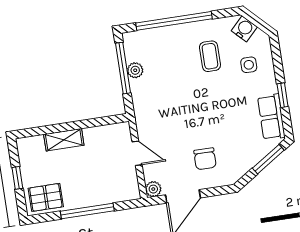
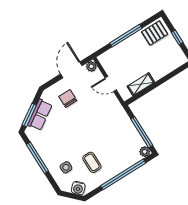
plant: (135, 70) -> (145, 152), moved
window: (283, 95) -> (37, 158), width x2.17
row of seats: (271, 117) -> (40, 115), moved, turned 57
shelving: (64, 140) -> (141, 84), moved

